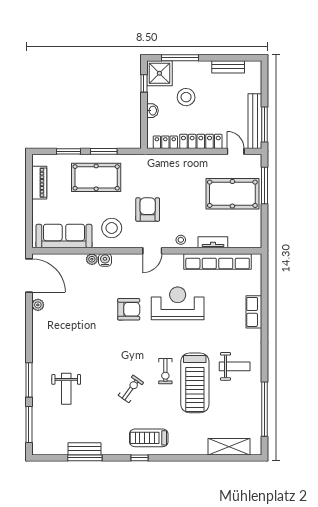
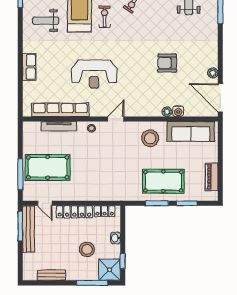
armchair: (148, 210) -> (120, 154), removed
tv unit: (213, 242) -> (59, 126), width x1.41
water cooler: (105, 260) -> (178, 111), moved
armchair: (129, 309) -> (167, 63), moved

